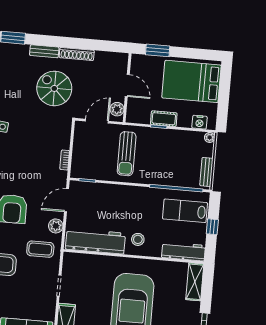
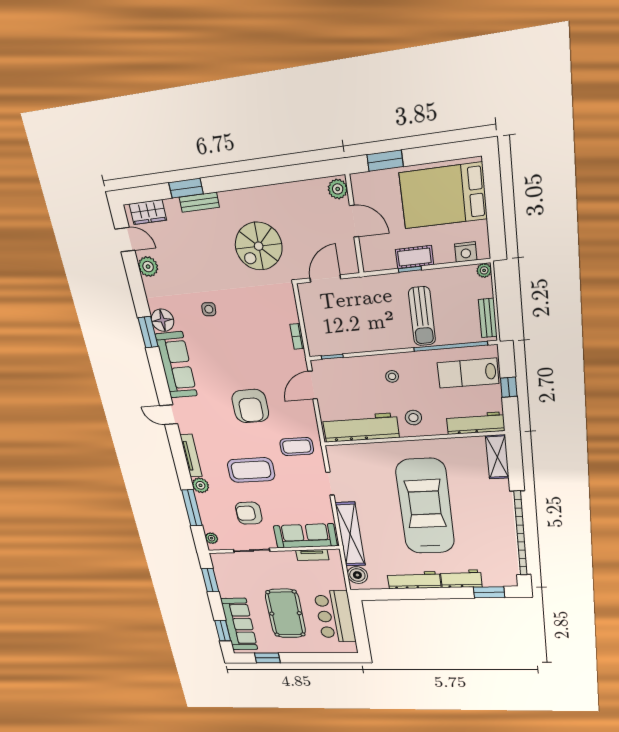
bench: (44, 51) -> (199, 202), moved
shoe rack: (77, 54) -> (275, 192), removed
spiral stairs: (54, 88) -> (259, 246), turned -90
plant: (117, 109) -> (338, 189), moved
sun lounger: (127, 154) -> (422, 316), moved
stool: (129, 204) -> (392, 376), added
plant: (56, 226) -> (308, 417), removed

